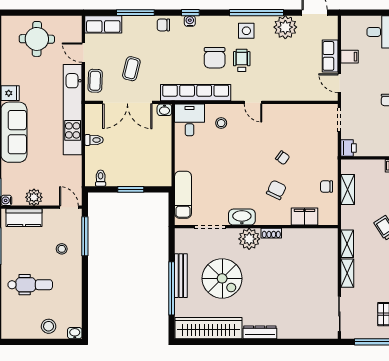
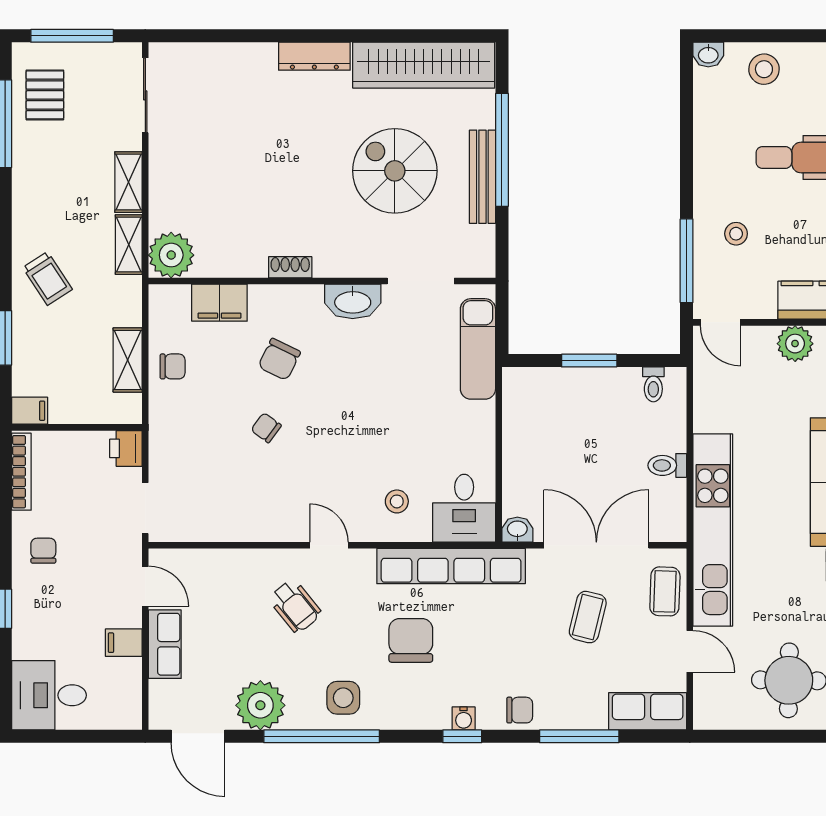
wheelchair: (242, 60) -> (295, 606), moved, turned -39
plant: (249, 239) -> (171, 255), moved

